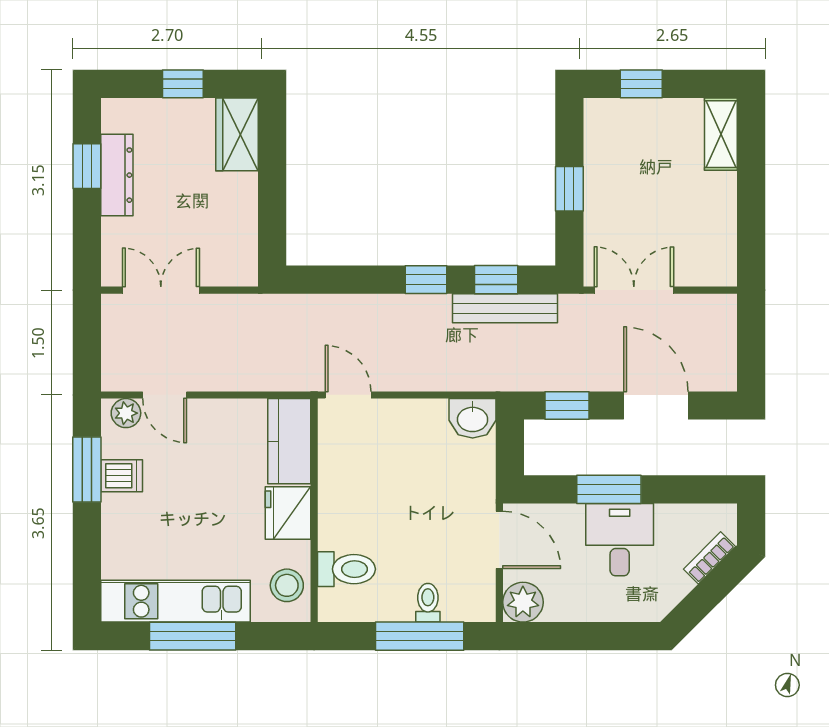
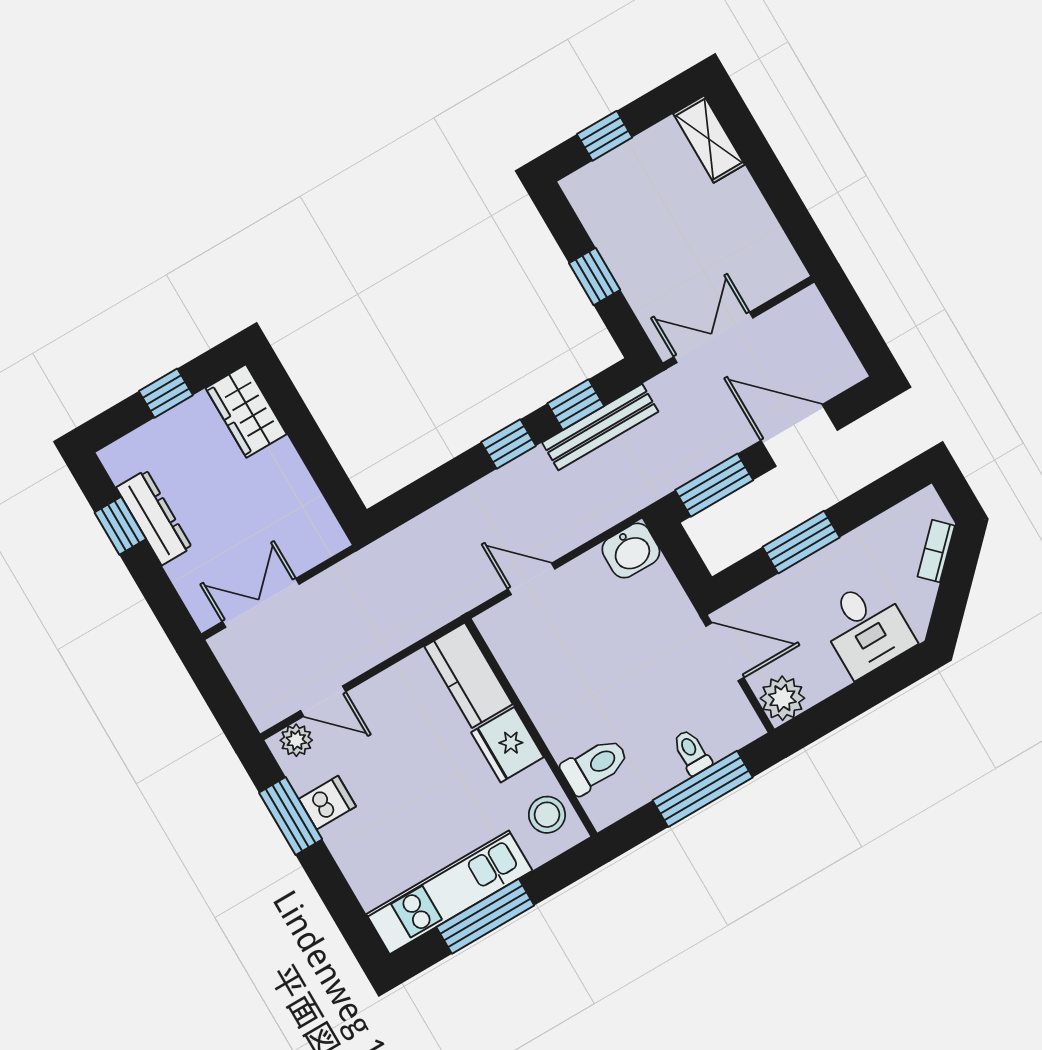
door: (348, 395) -> (531, 579), moved
window: (567, 405) -> (714, 485), width x1.50
desk: (620, 540) -> (866, 628), moved, turned 180

